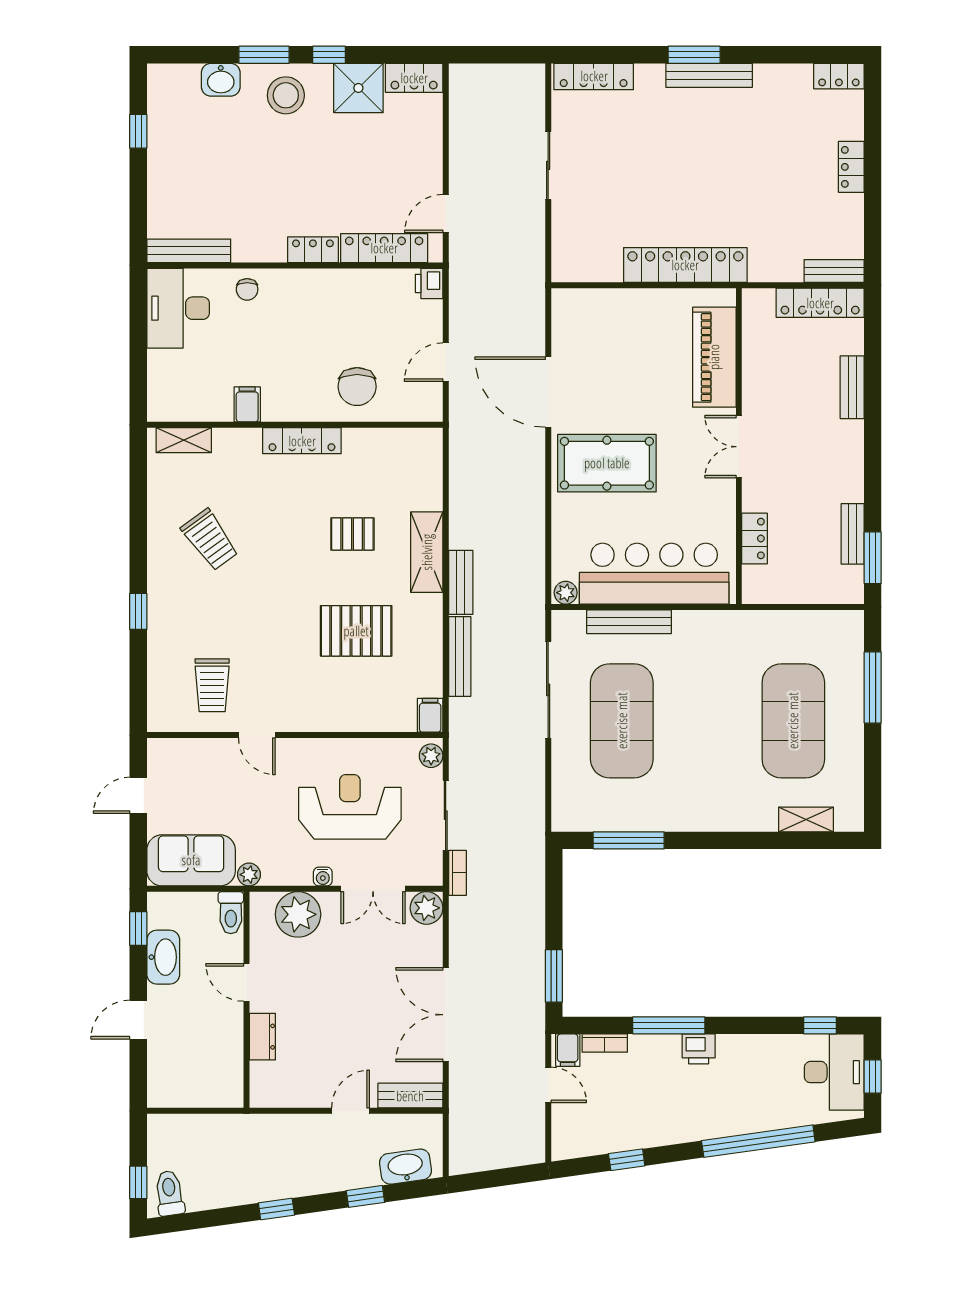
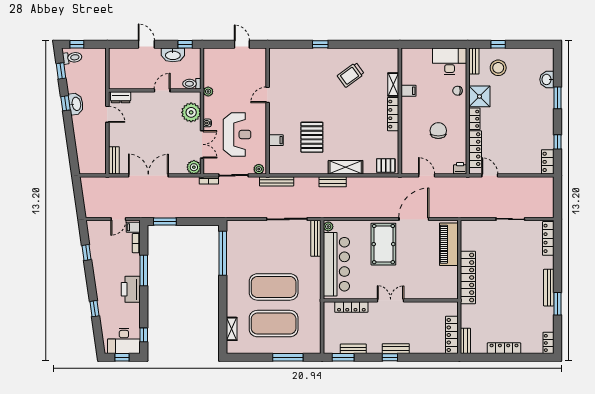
window: (329, 55) -> (558, 142), moved
window: (694, 55) -> (558, 304), moved
shower: (358, 88) -> (479, 96), moved
stool: (286, 95) -> (498, 68), moved
window: (138, 131) -> (498, 44), moved
locker: (851, 167) -> (504, 348), width x1.53
bench: (189, 251) -> (474, 61), width x0.73
piano: (714, 357) -> (449, 244), moved, turned -90
chair: (357, 387) -> (438, 131), moved, turned 90
bench: (852, 387) -> (396, 349), moved
shelving: (184, 440) -> (393, 85), moved
window: (873, 448) -> (390, 357), added
pallet: (352, 534) -> (386, 165), moved, turned 90
locker: (755, 538) -> (351, 307), width x1.53
bench: (629, 622) -> (316, 238), moved
bench: (460, 656) -> (277, 181), moved
trolley: (212, 685) -> (289, 76), removed
filing cabinet: (430, 715) -> (276, 140), moved
exercise mat: (622, 721) -> (274, 287), moved
window: (629, 840) -> (223, 253), width x1.46
sofa: (191, 860) -> (214, 67), removed
double door: (373, 889) -> (202, 144), swing flipped
dresser: (262, 1037) -> (121, 97), moved
printer: (699, 1049) -> (131, 289), width x1.87, depth x1.48
door: (350, 1111) -> (107, 114), moved
window: (758, 1141) -> (94, 309), width x0.32
washbasin: (405, 1167) -> (76, 104), moved
window: (365, 1196) -> (61, 71), moved

